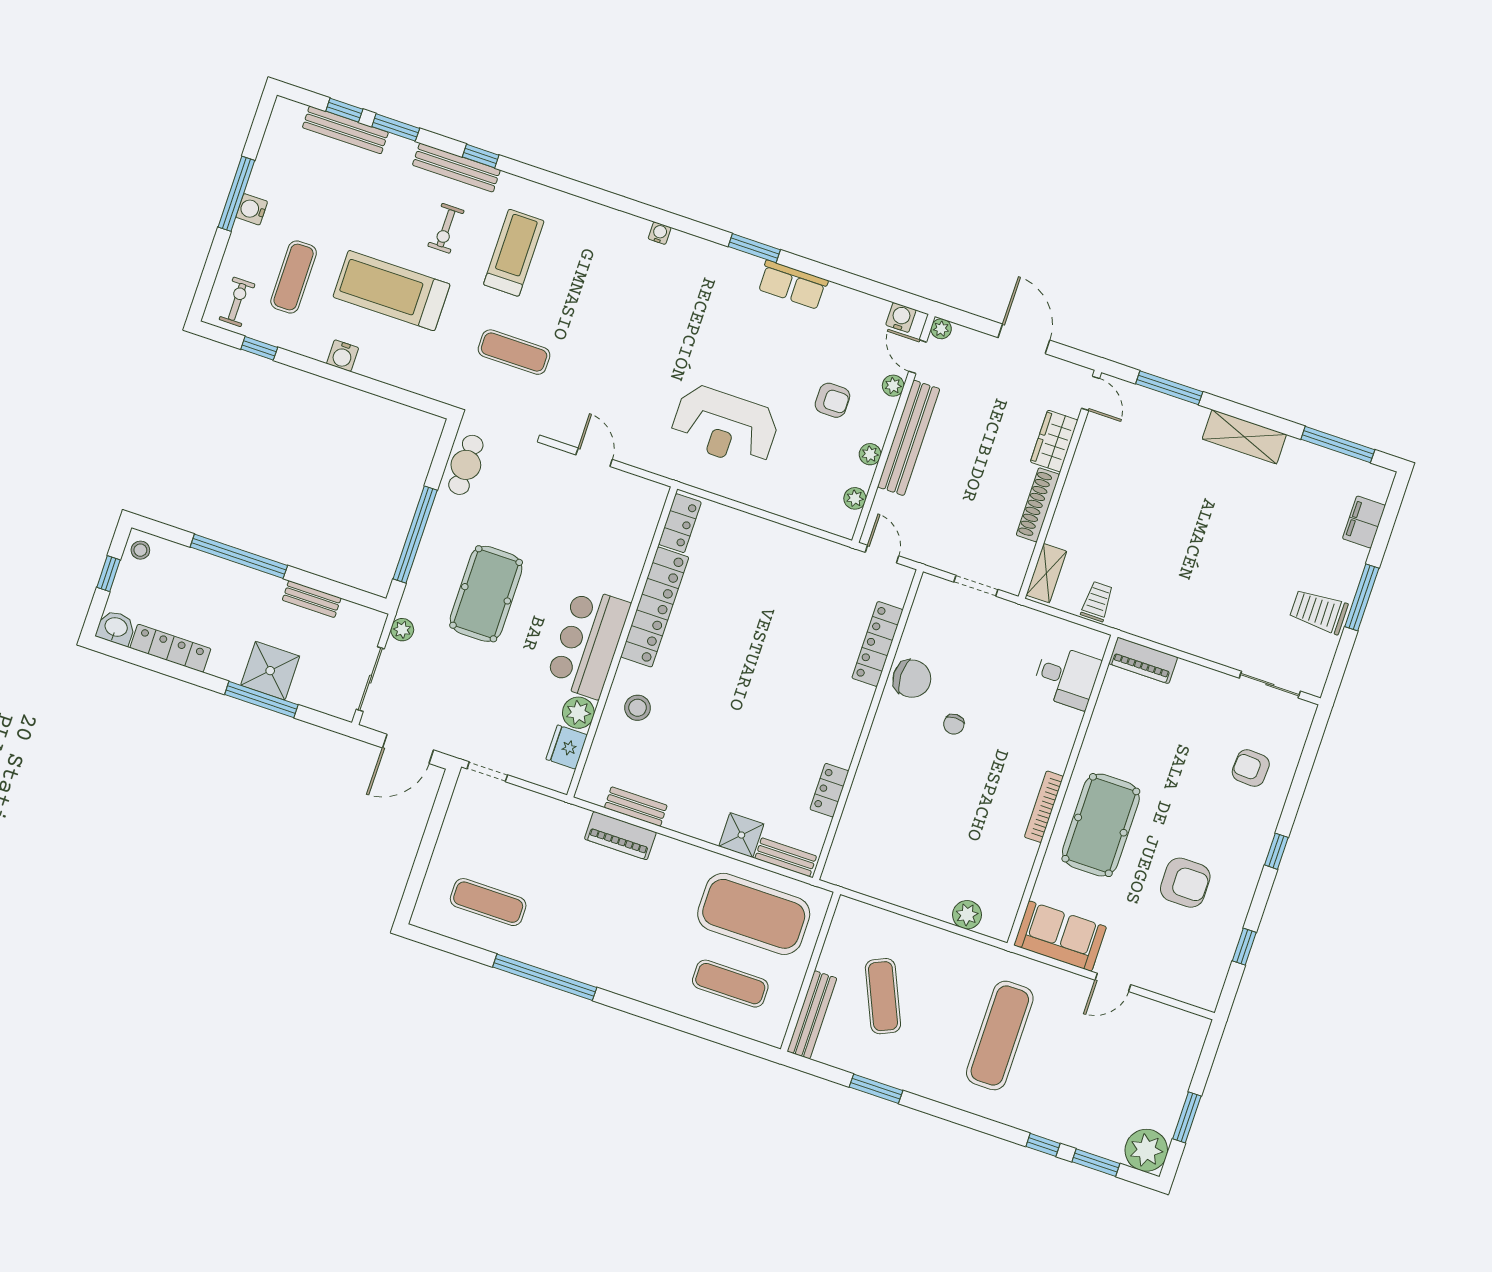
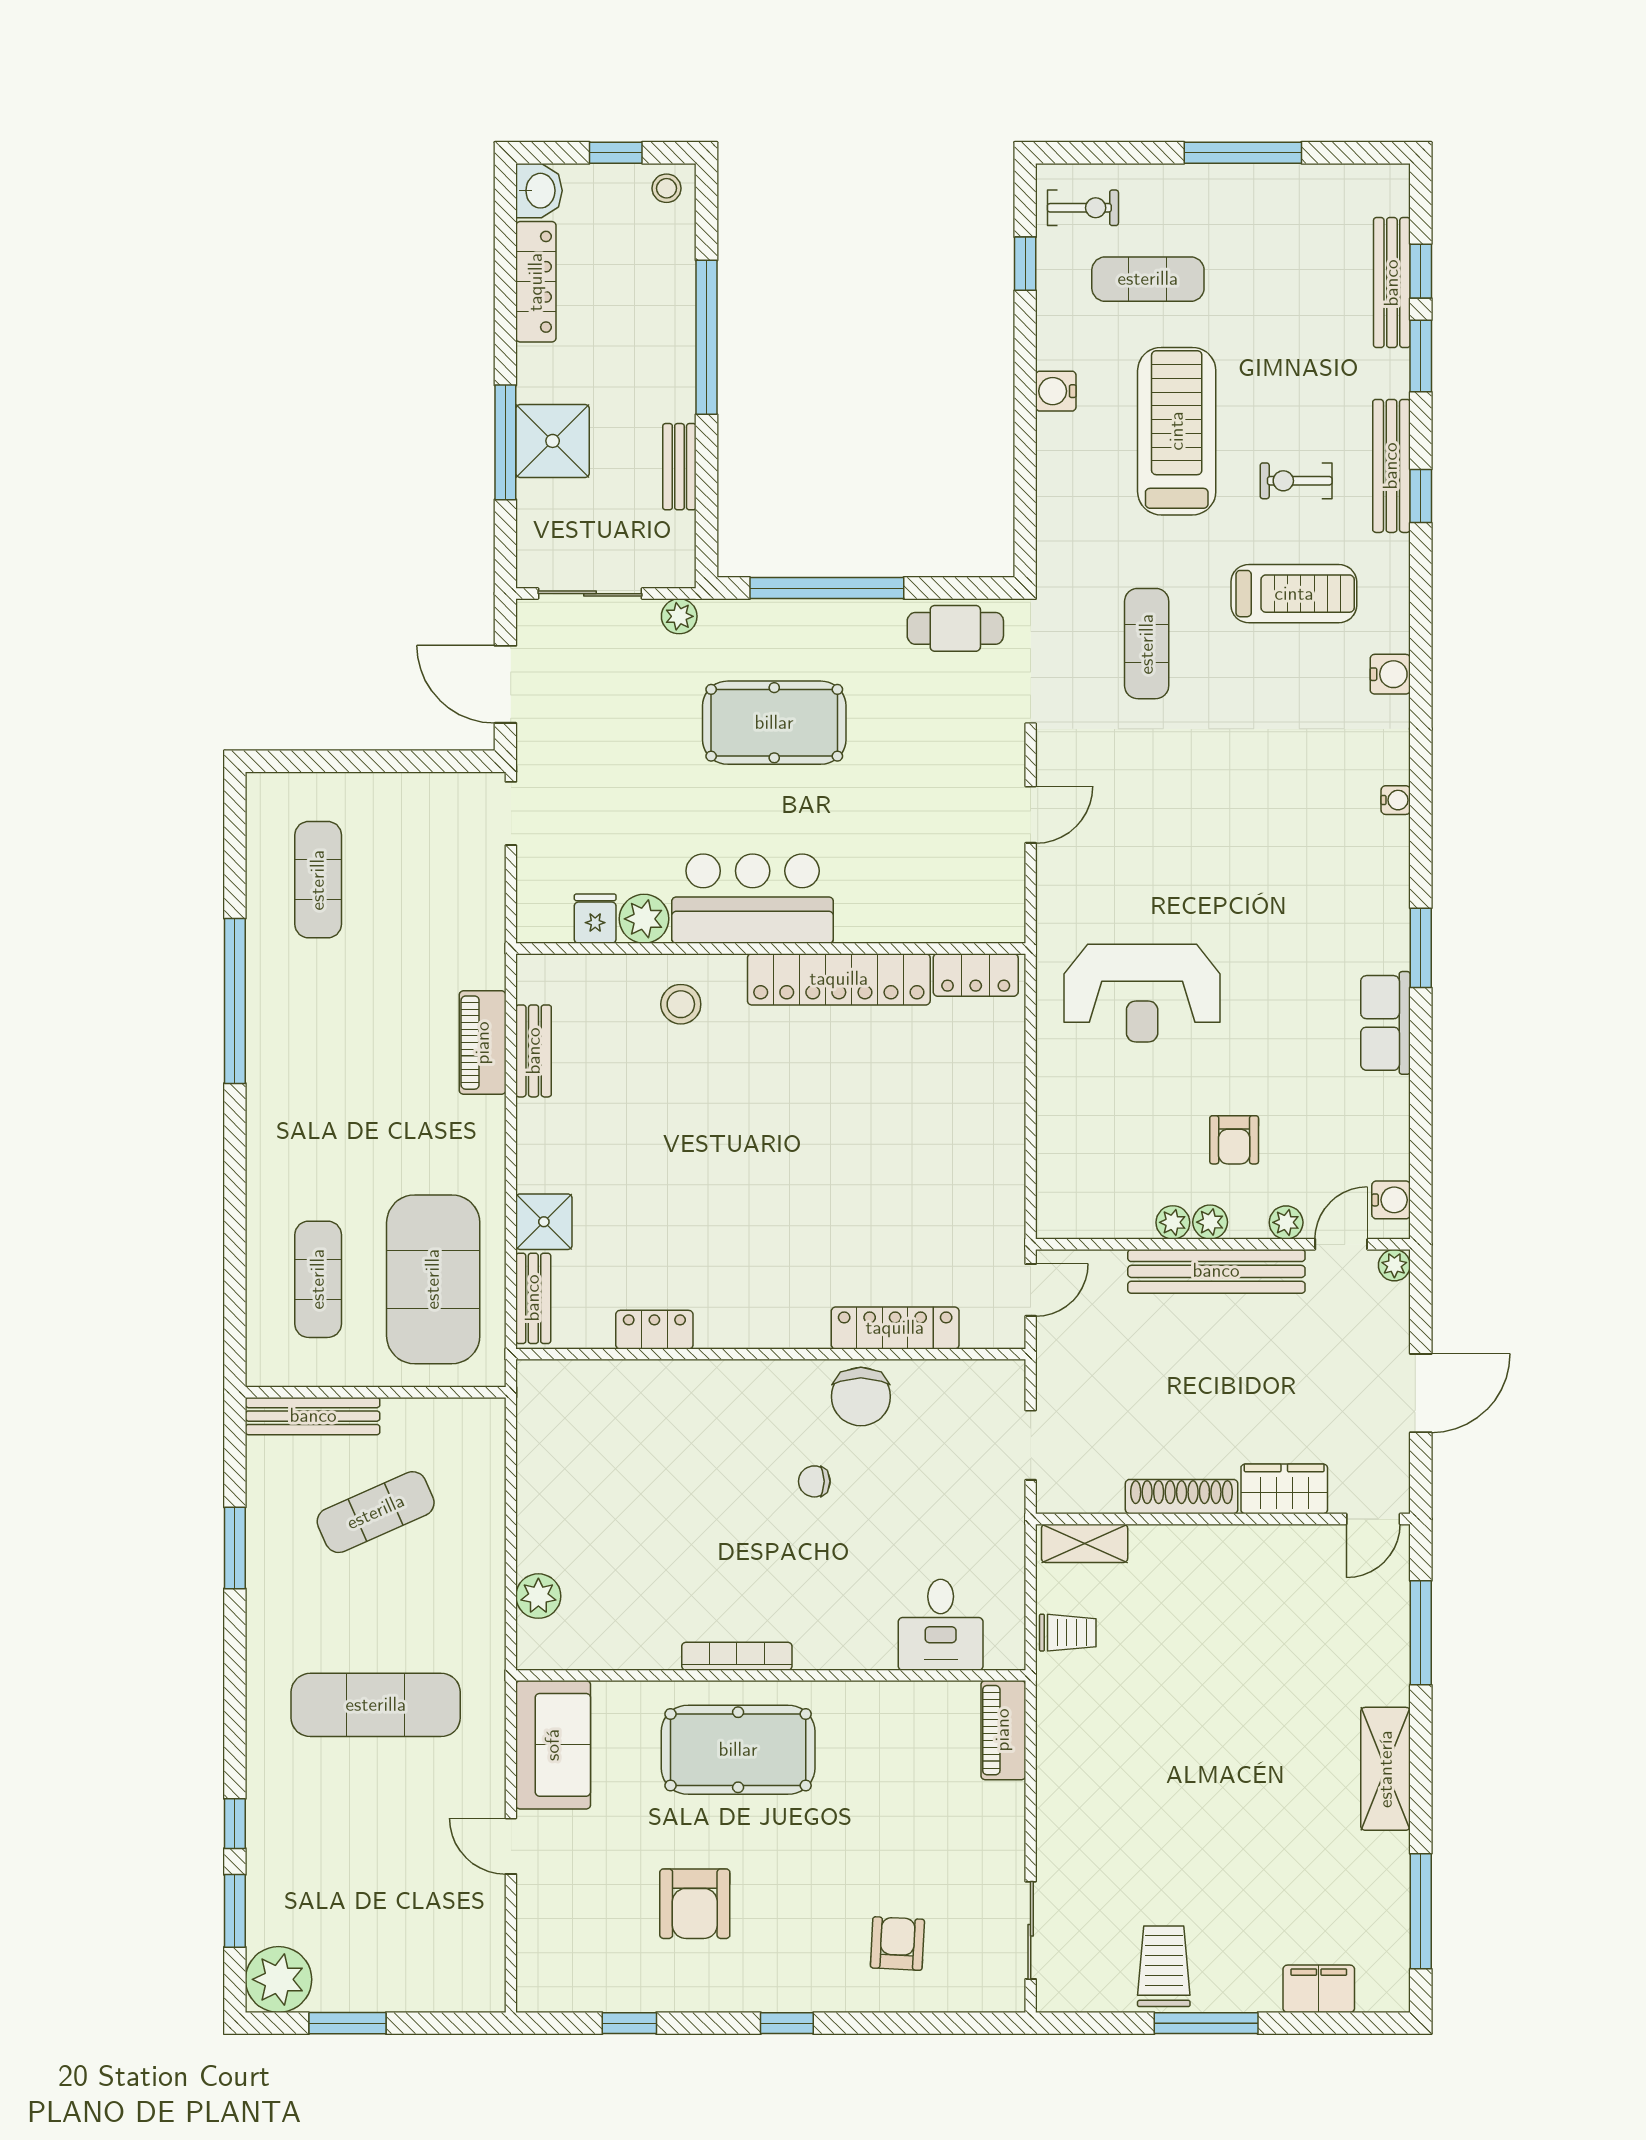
water cooler: (252, 209) -> (1390, 674), moved, turned 90
reception desk: (725, 426) -> (1142, 993), turned -90
plant: (855, 498) -> (1210, 1222), moved
fridge: (567, 747) -> (595, 919), width x0.72

